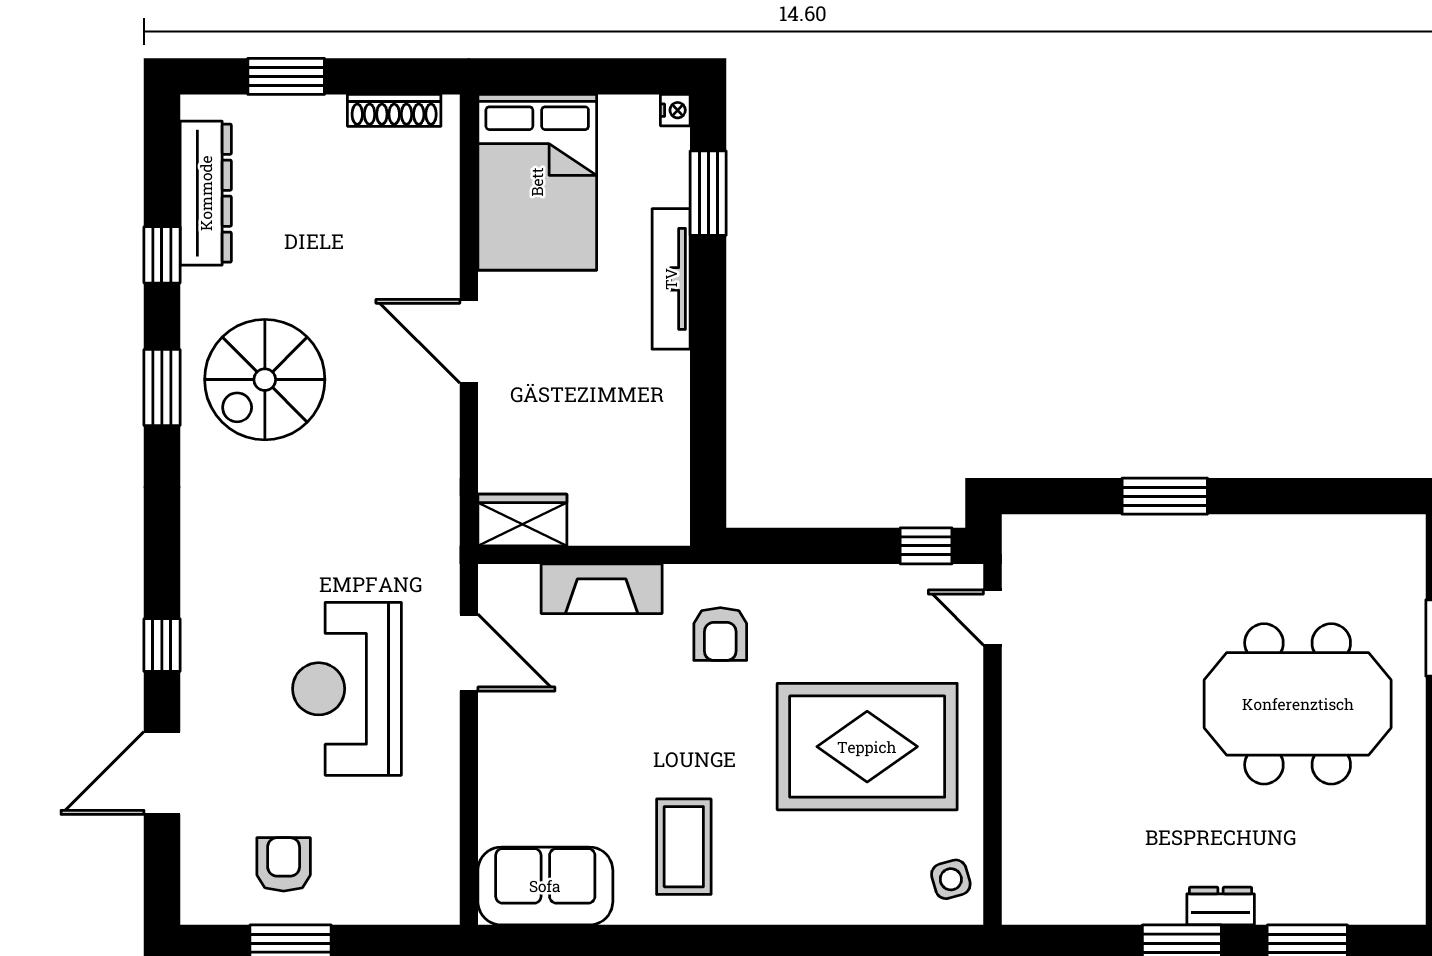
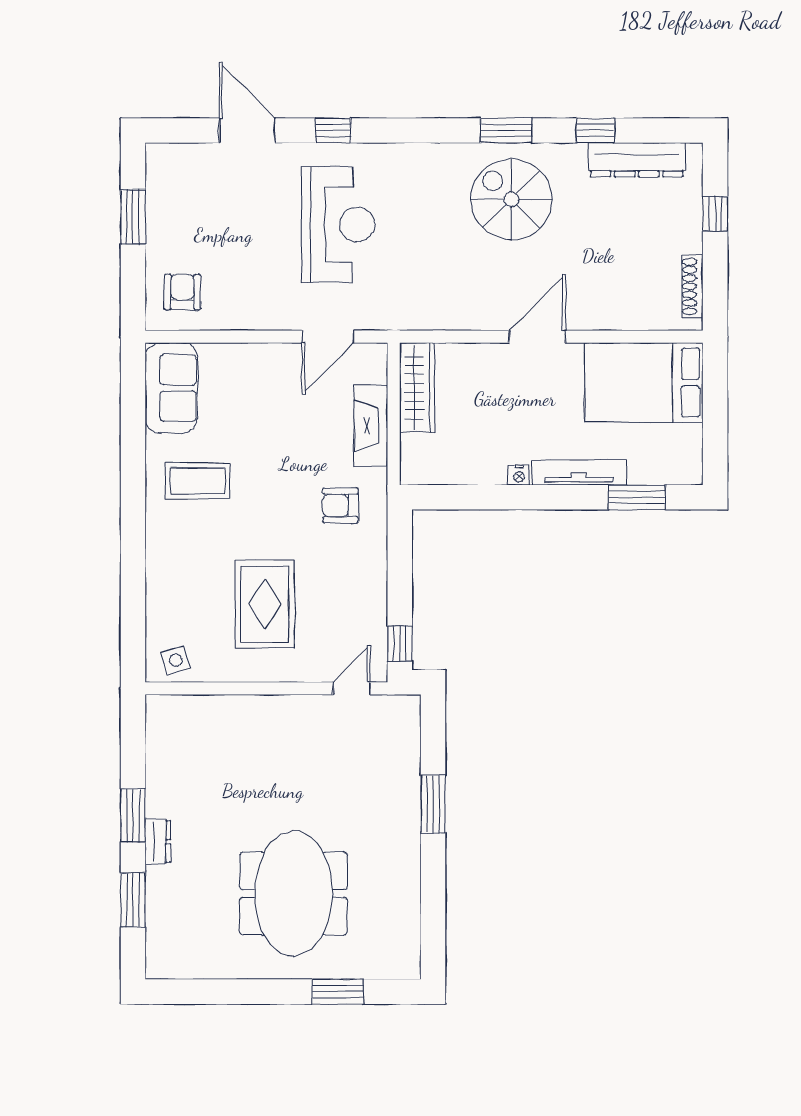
window: (286, 76) -> (715, 214), width x0.67
nightstand: (675, 110) -> (519, 475), moved
wardrobe: (522, 520) -> (417, 387), width x1.50
reception desk: (347, 689) -> (338, 224), moved, turned 90
rug: (867, 747) -> (265, 604), width x0.73, depth x0.69
armchair: (284, 864) -> (182, 292), moved, turned -90

